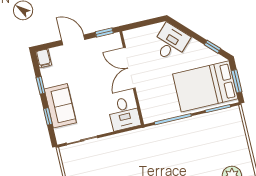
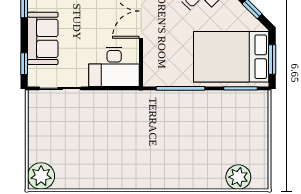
desk: (124, 113) -> (114, 67), width x1.37
window: (48, 116) -> (24, 64), moved

